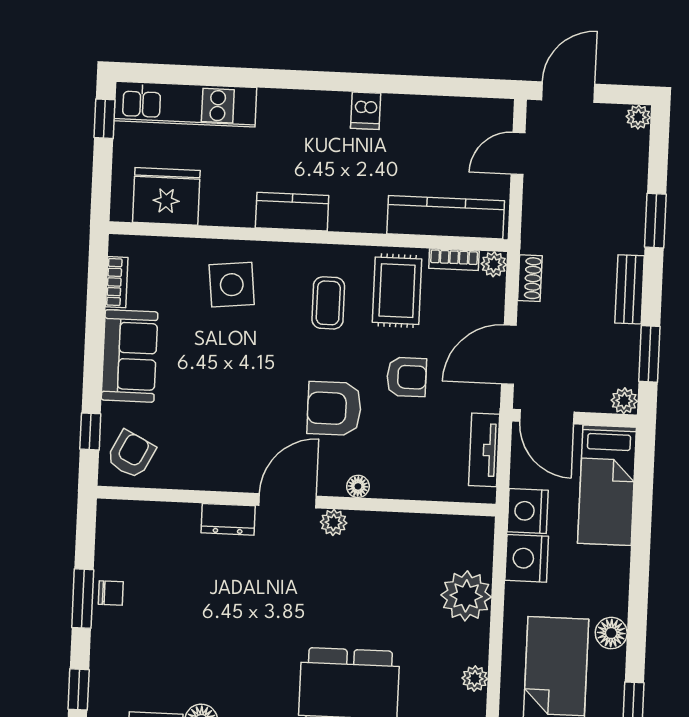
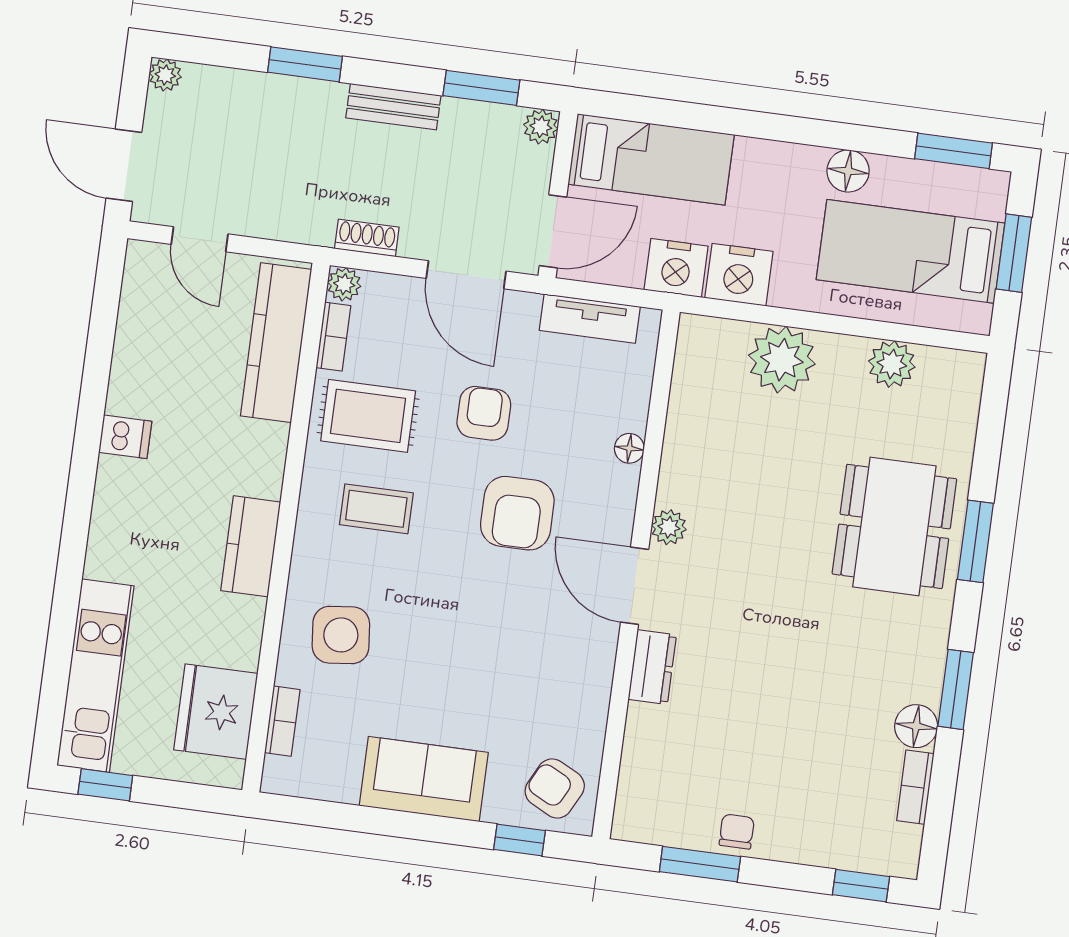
bookcase: (117, 282) -> (282, 721), moved, turned 90
floor lamp: (358, 486) -> (629, 448), moved
window: (83, 599) -> (700, 864), moved
plant: (475, 679) -> (892, 364), width x1.38, depth x1.38

